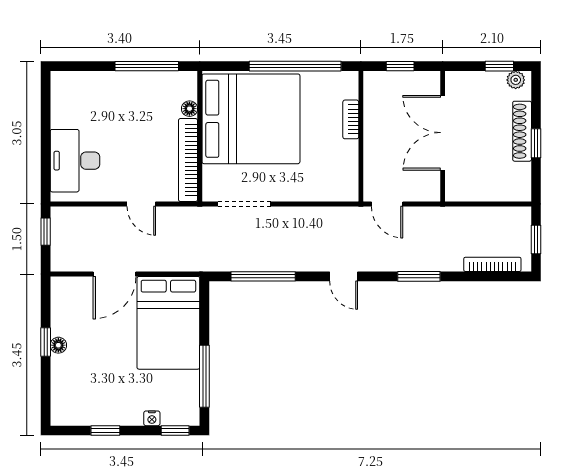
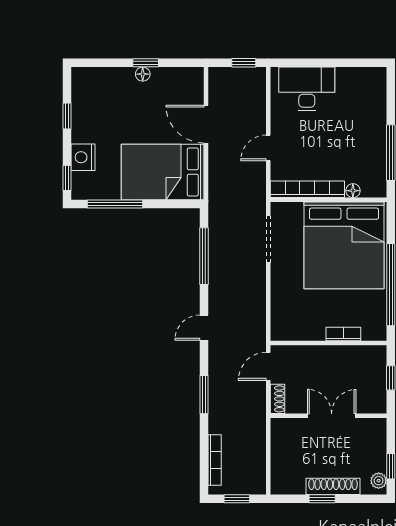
double door: (443, 133) -> (332, 416), width x0.73
shoe rack: (424, 194) -> (278, 399), added
nightstand: (152, 418) -> (83, 157), width x1.89, depth x1.79

